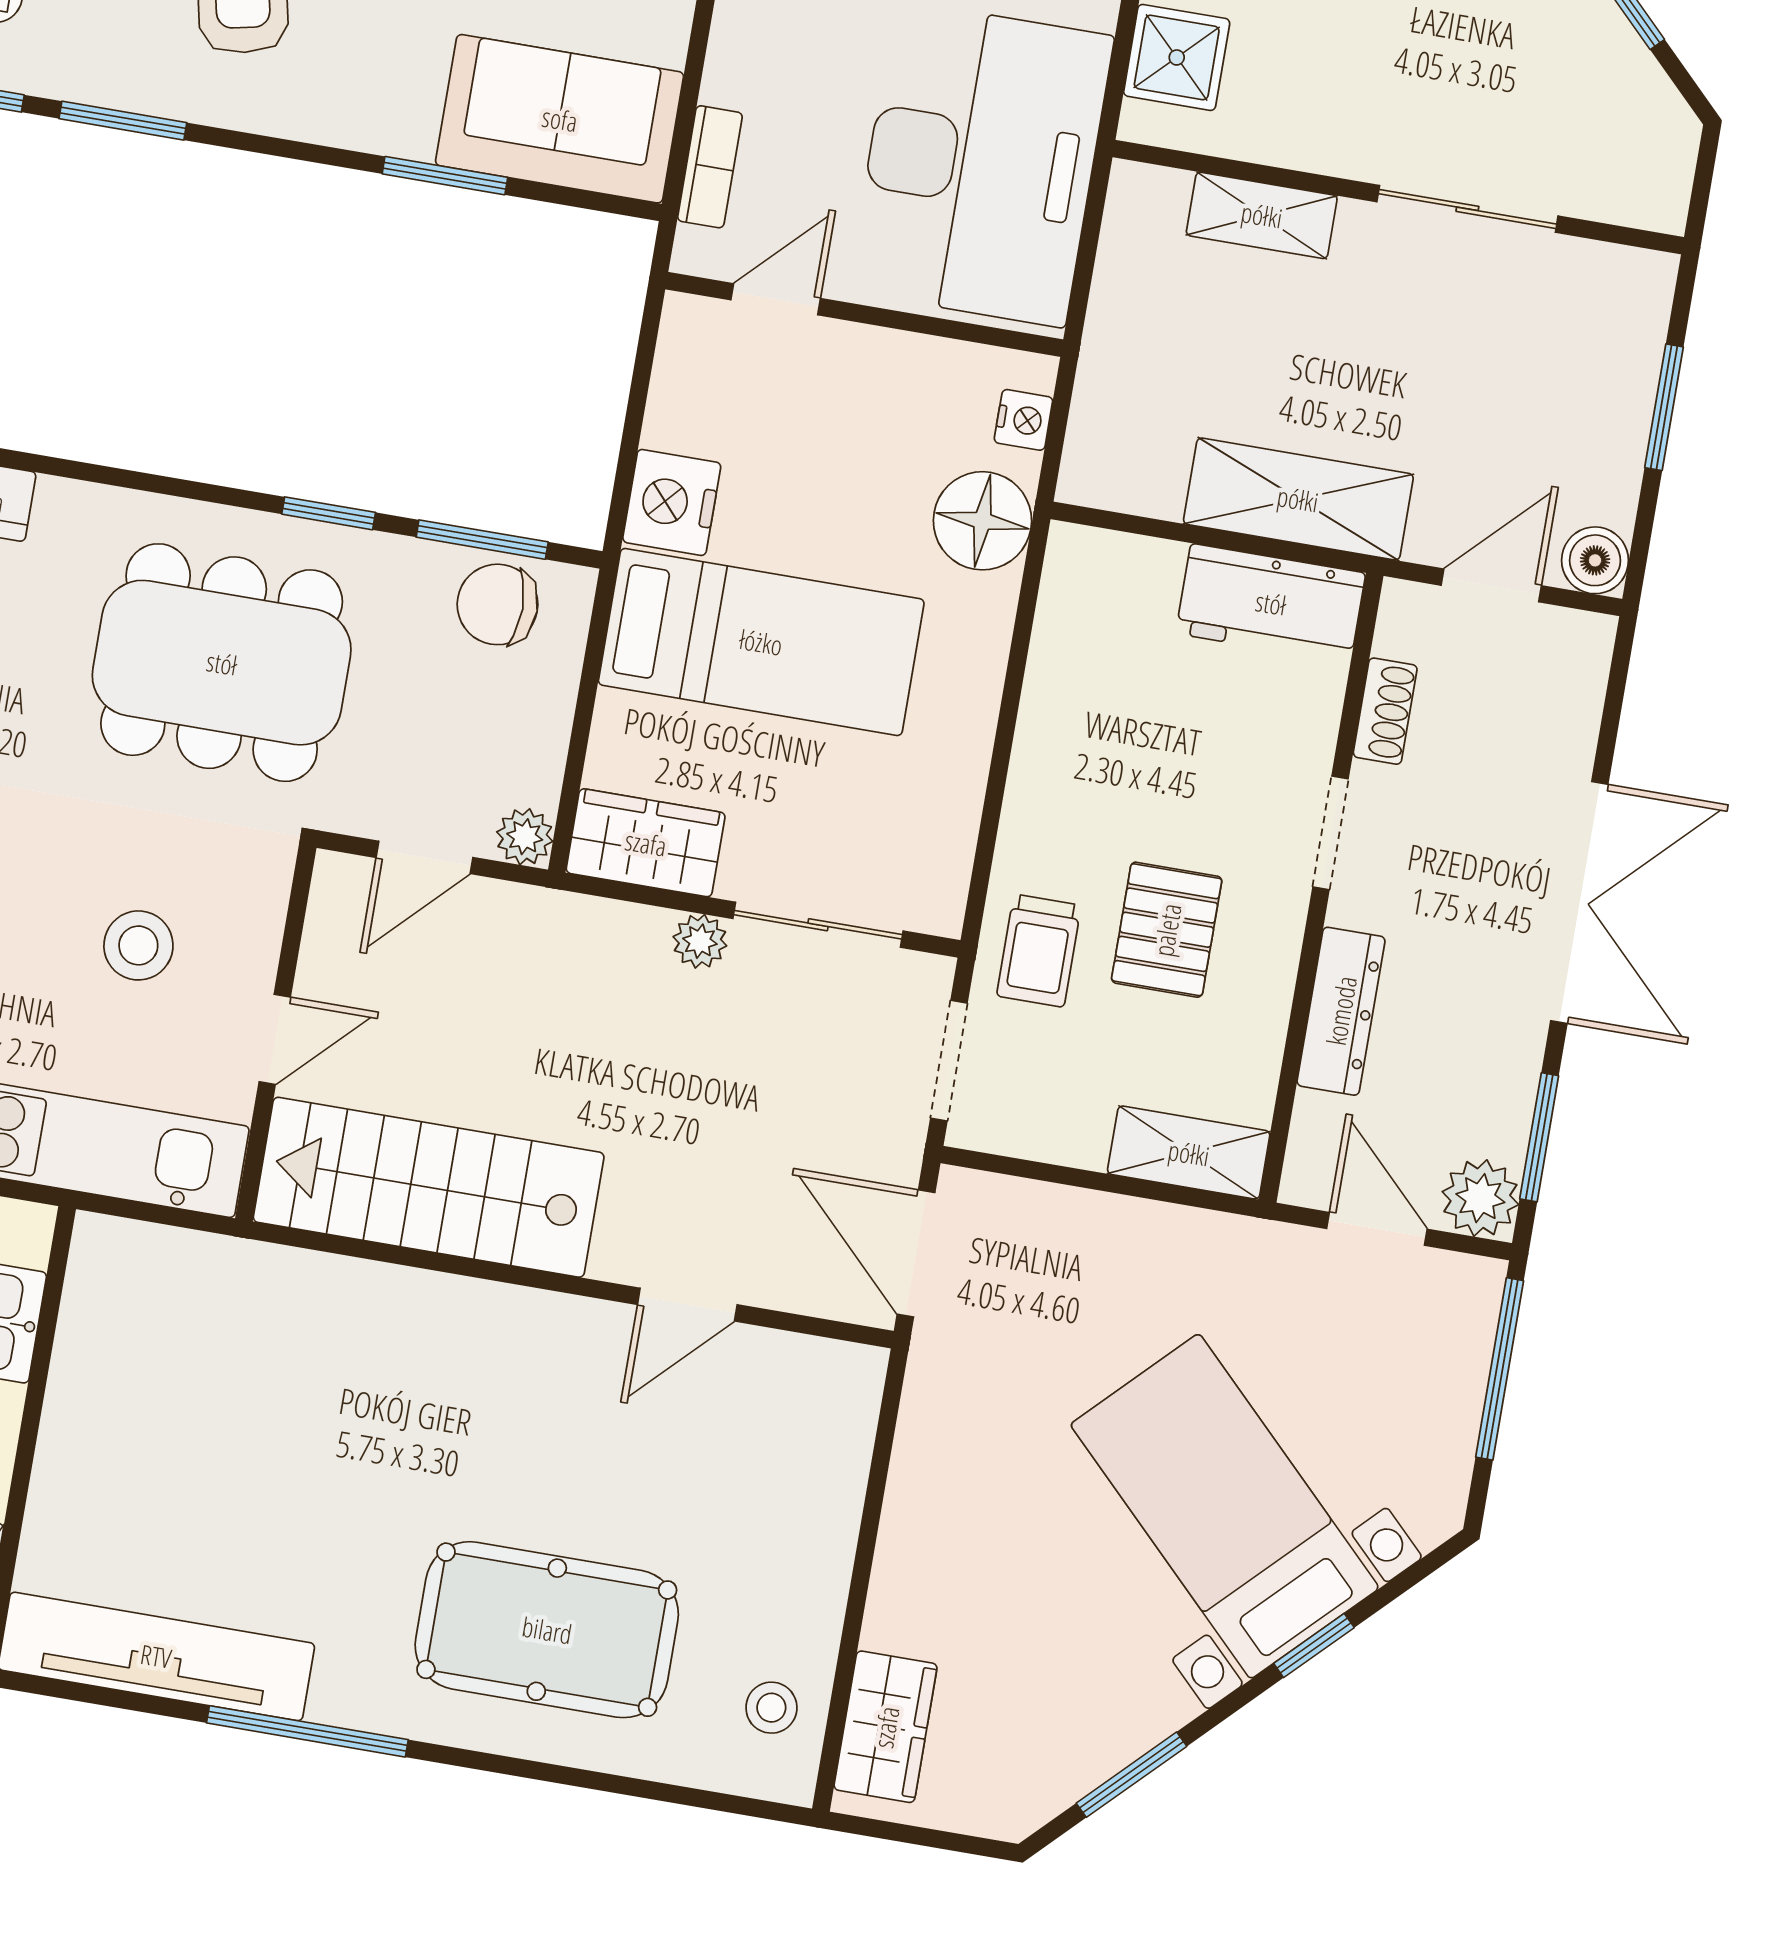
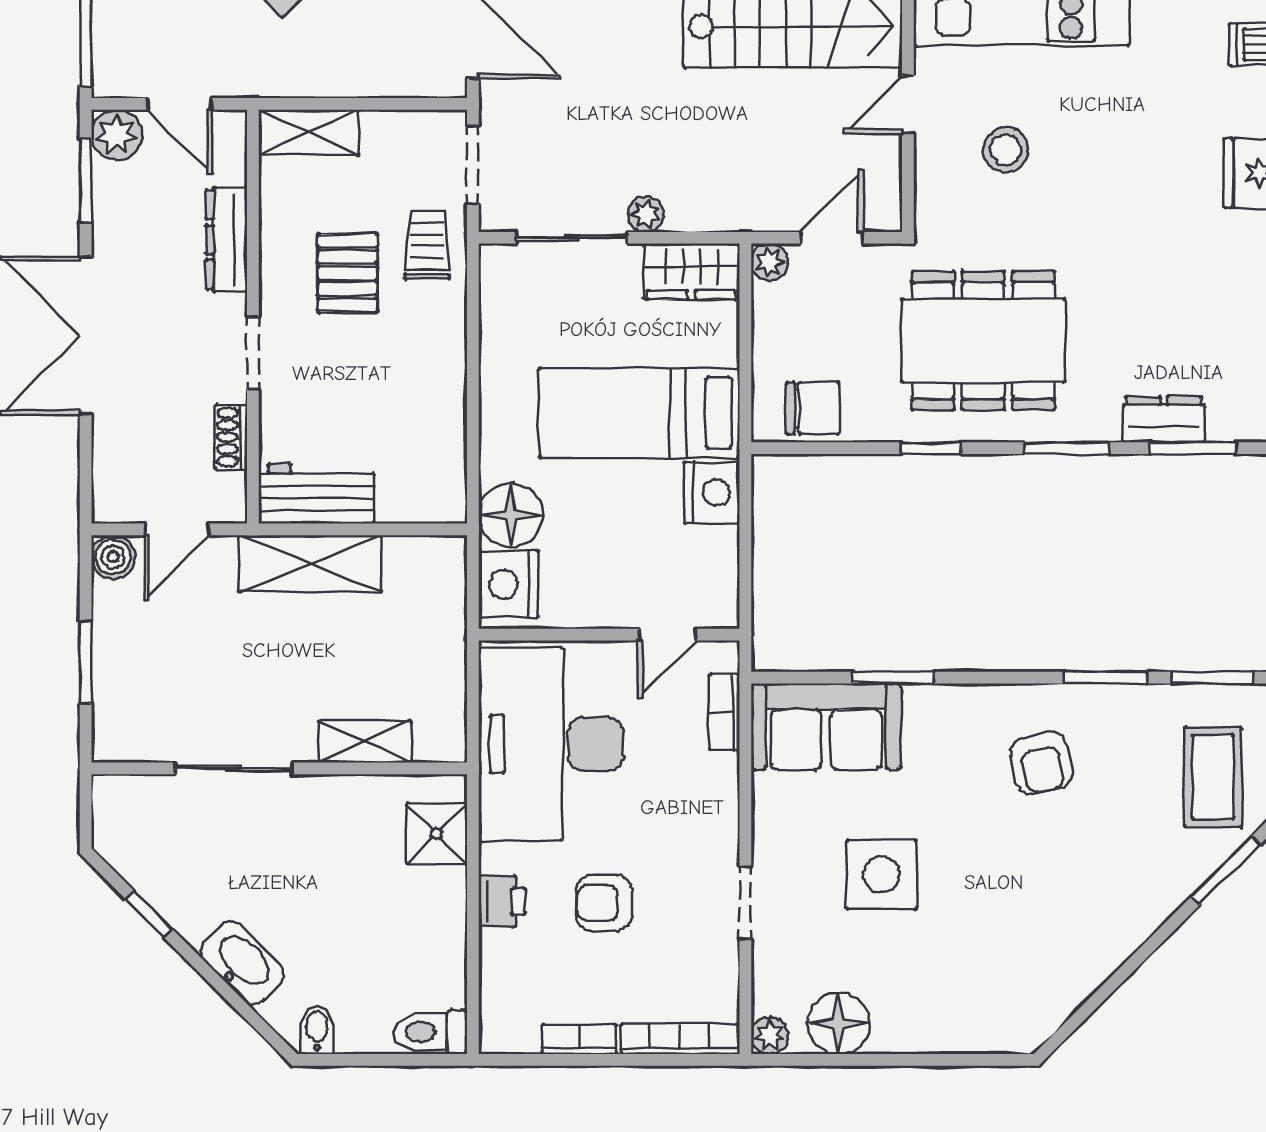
nightstand: (1023, 420) -> (509, 584), width x1.89, depth x1.79
window: (482, 540) -> (1067, 448), moved

